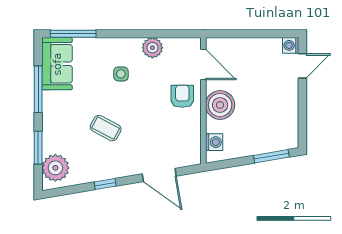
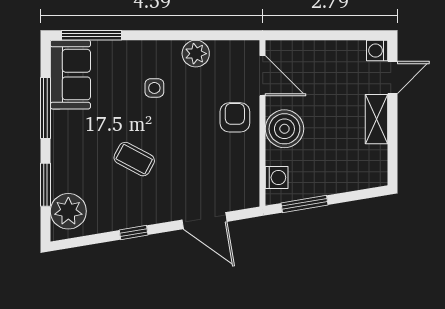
shelving: (290, 98) -> (377, 119), added
window: (271, 156) -> (305, 204), moved

